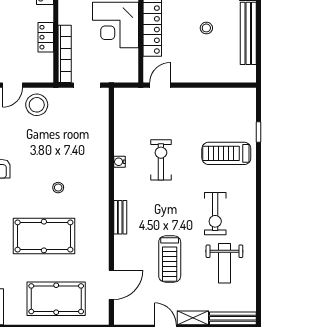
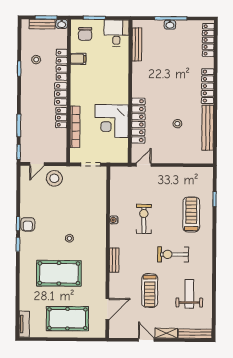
locker: (46, 37) -> (61, 118), moved
bookcase: (65, 54) -> (75, 127), moved
treadmill: (226, 153) -> (191, 214), turned 90
exercise bike: (215, 214) -> (173, 254), moved, turned 90
weight bench: (224, 263) -> (189, 294), turned 180

